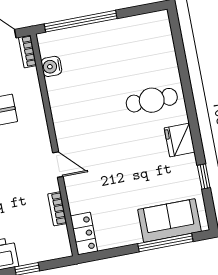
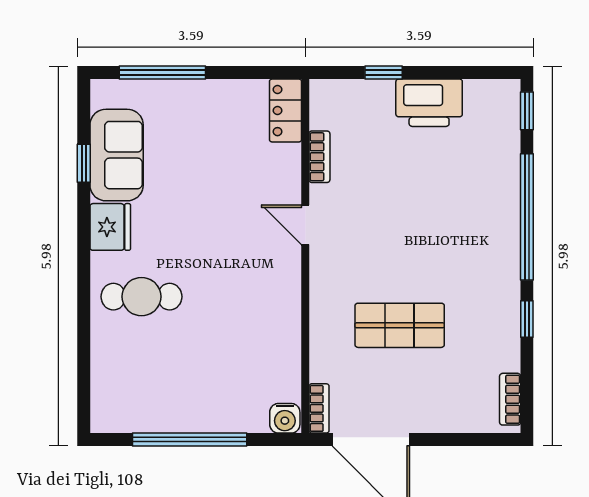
window: (81, 21) -> (190, 440), moved
water cooler: (51, 66) -> (285, 418), moved, turned 90
sofa: (169, 221) -> (117, 155), moved, turned -90

